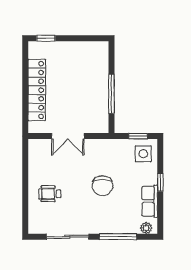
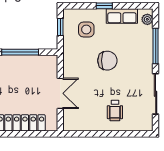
side table: (143, 154) -> (86, 29), moved

